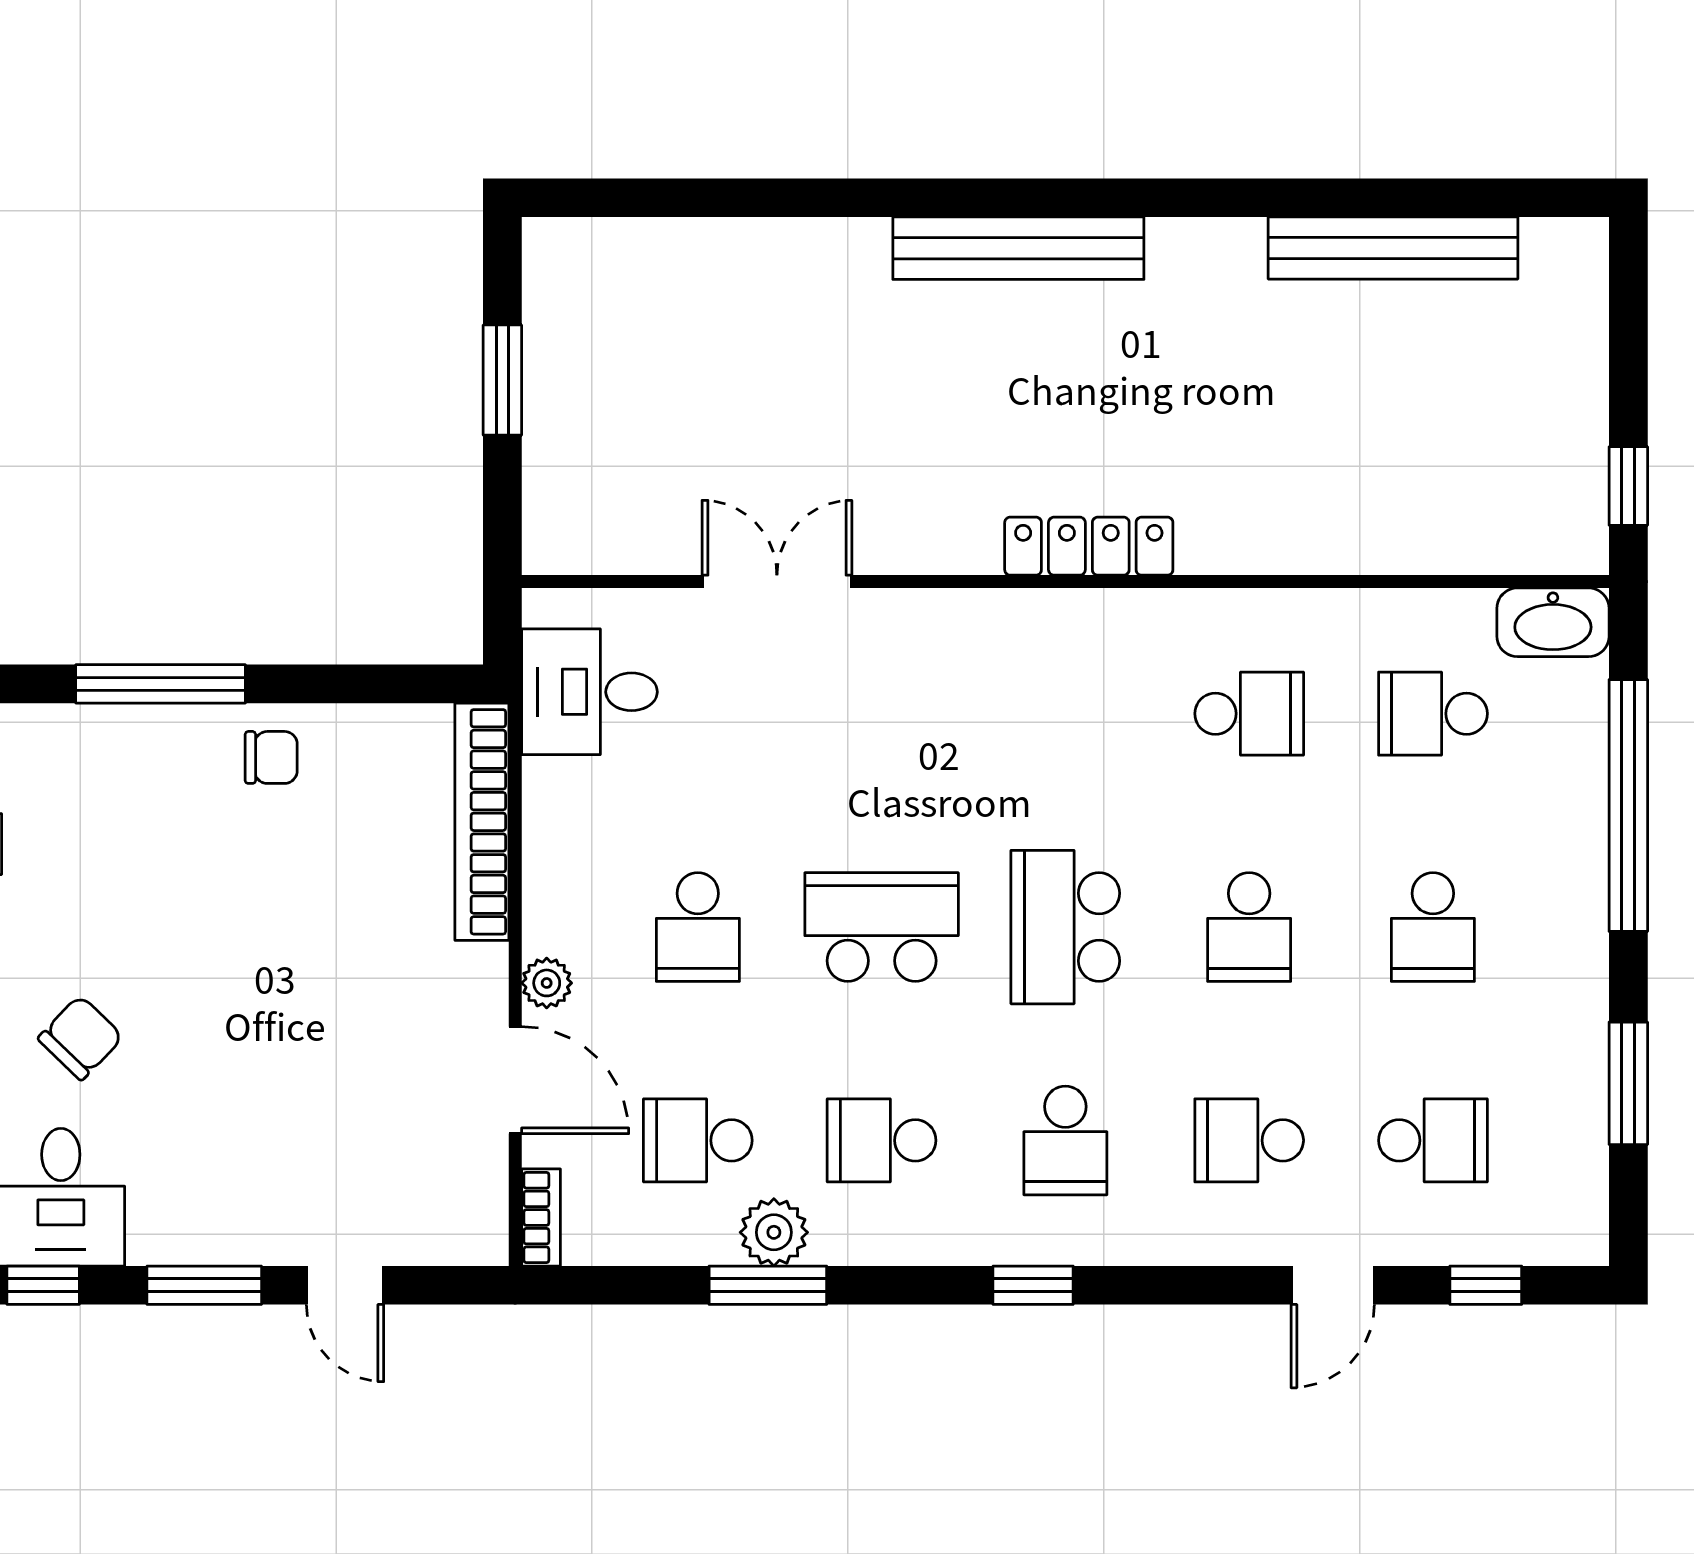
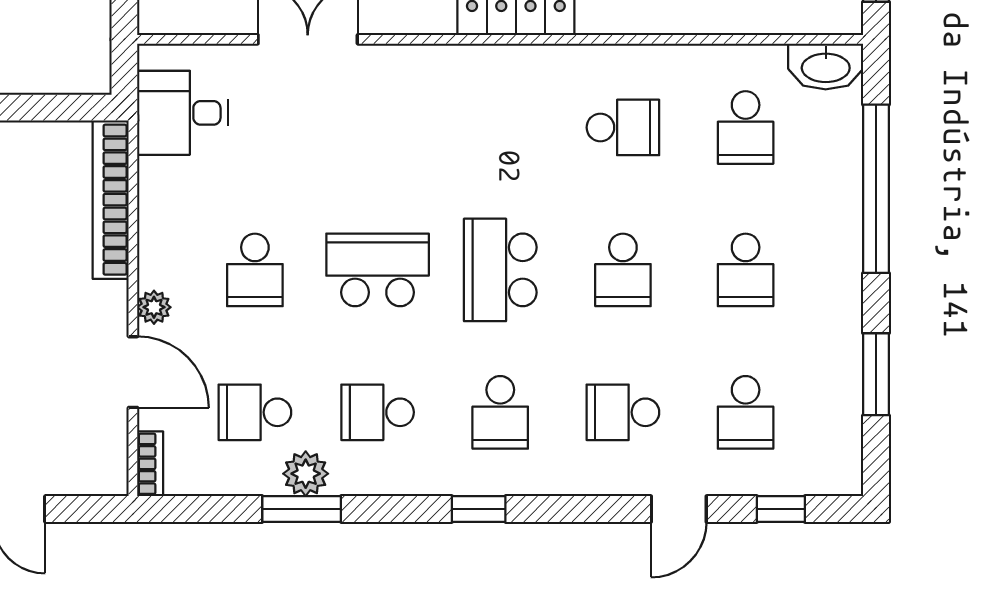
school desk: (1433, 714) -> (746, 127), turned -90
school desk: (1433, 1140) -> (746, 412), turned 90

